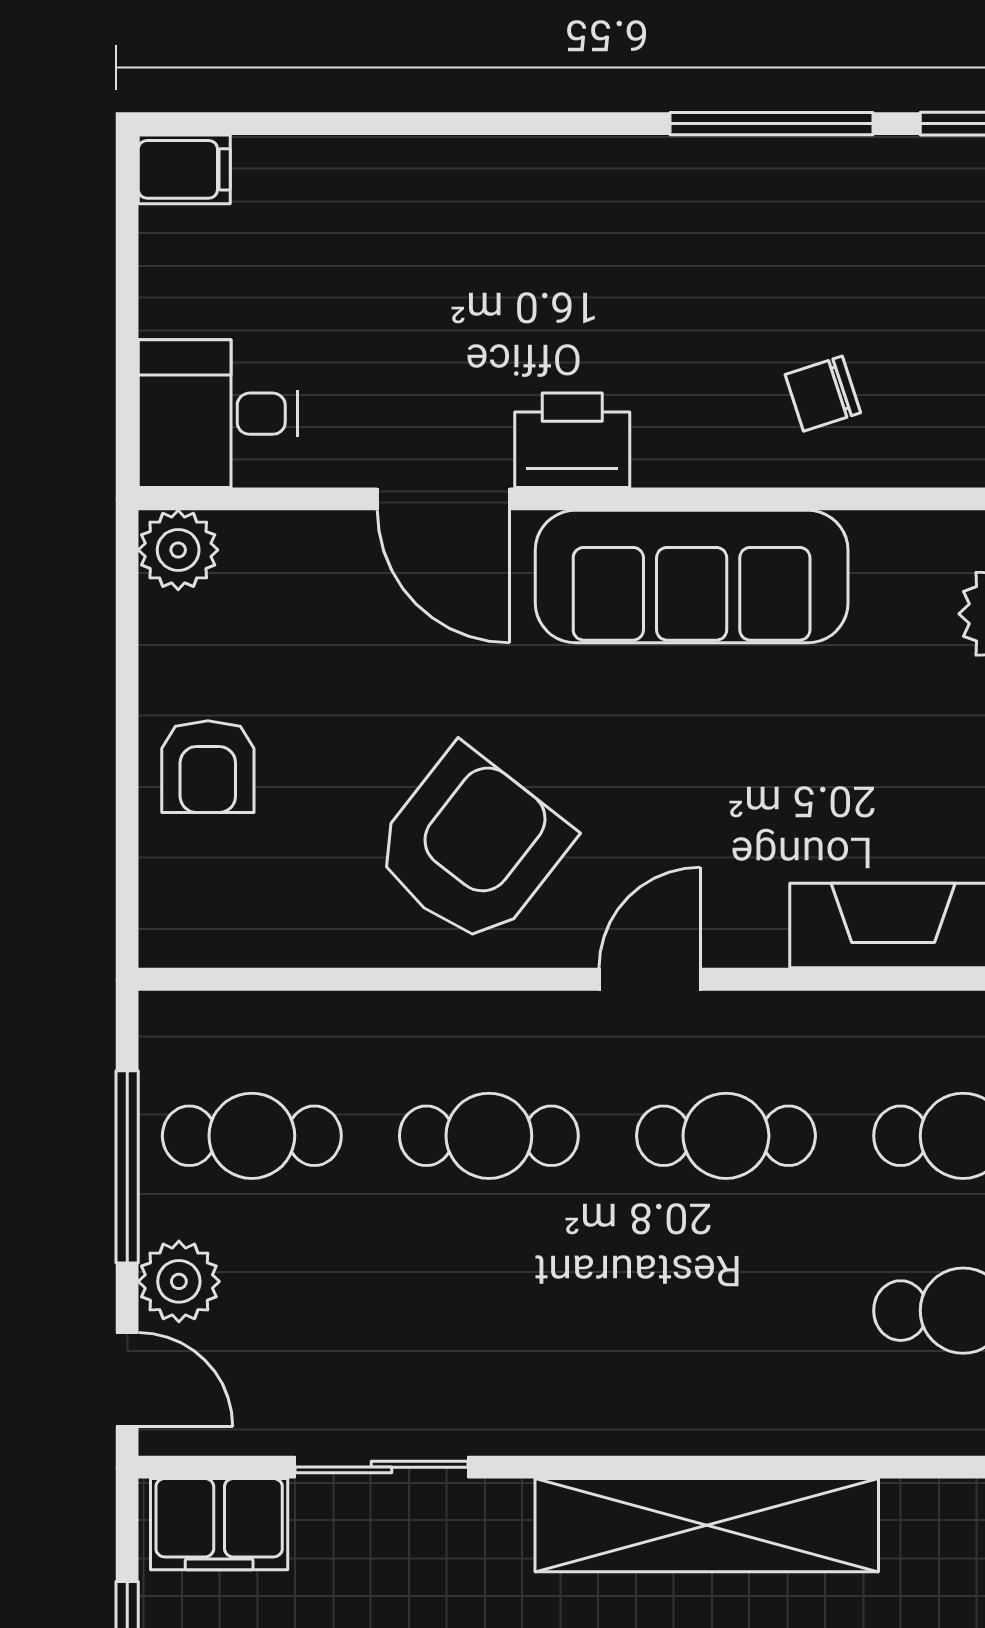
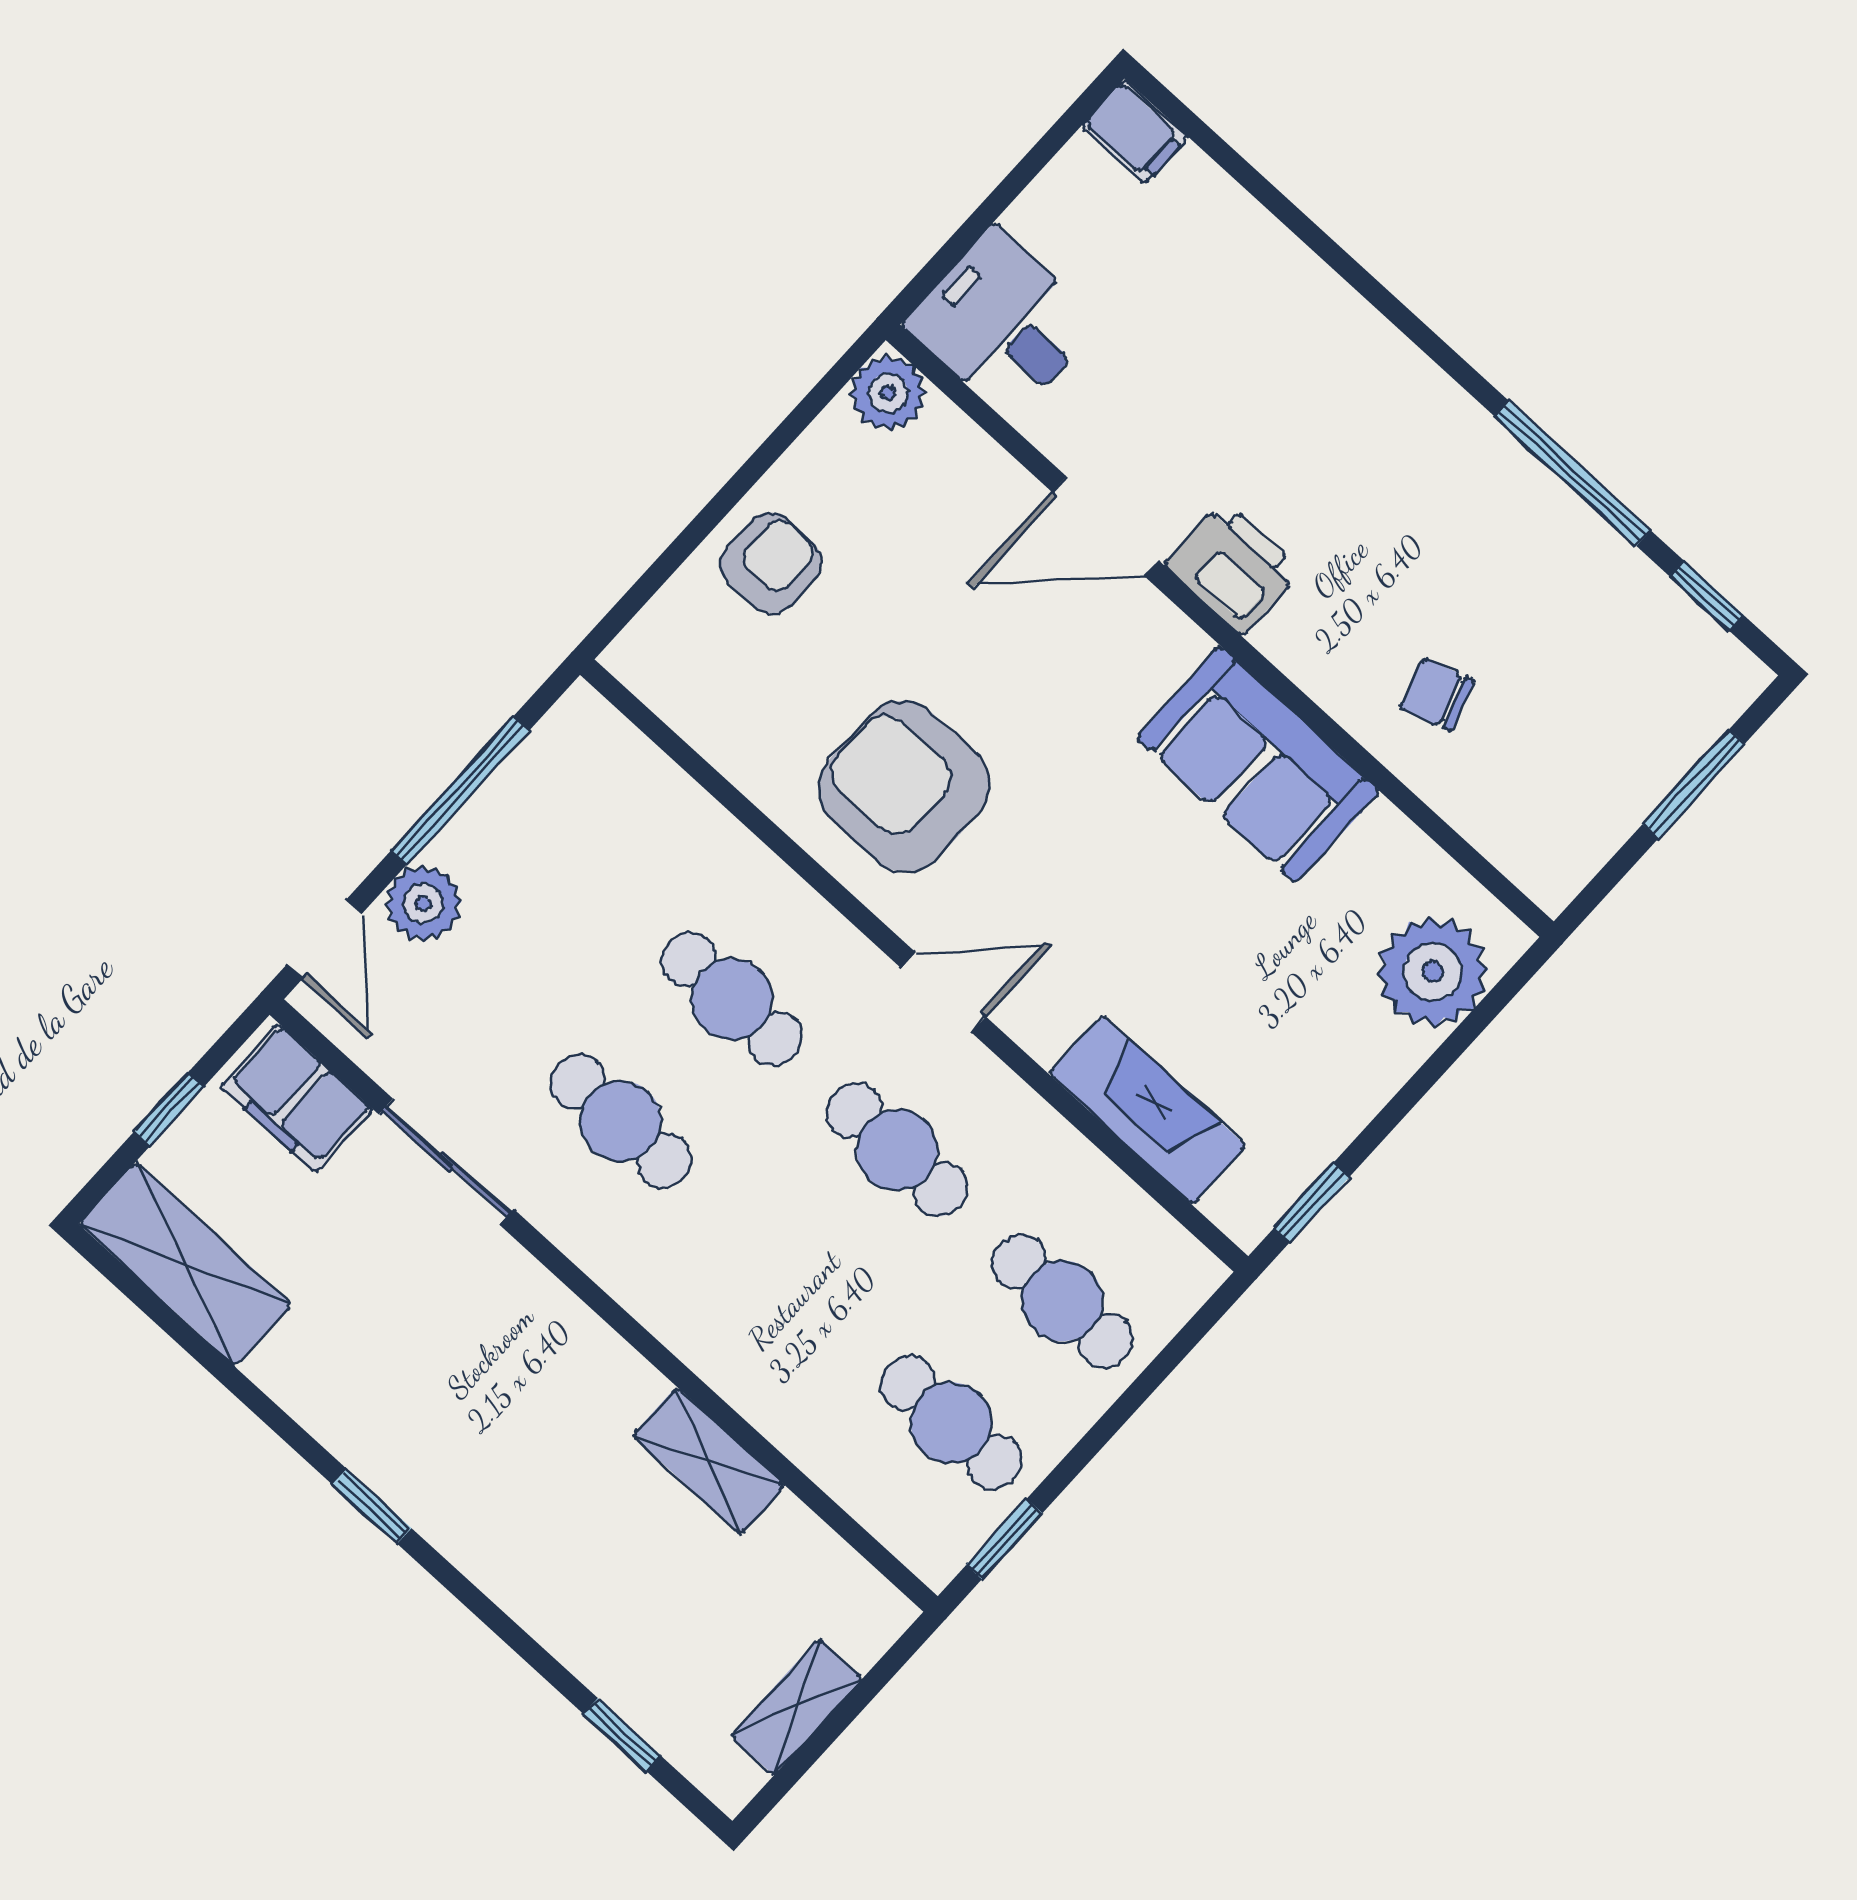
door: (443, 499) -> (1105, 526), hinge flipped
sofa: (692, 577) -> (1258, 765), width x0.73
armchair: (208, 767) -> (771, 563), turned 180
armchair: (472, 847) -> (904, 787), turned -128
cafe table: (252, 1136) -> (621, 1121), moved
shelving: (707, 1525) -> (709, 1461), width x0.45, depth x0.75

